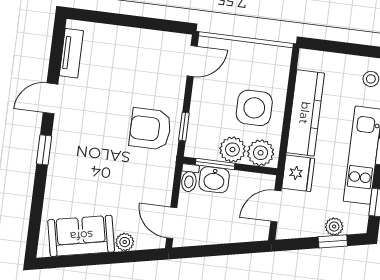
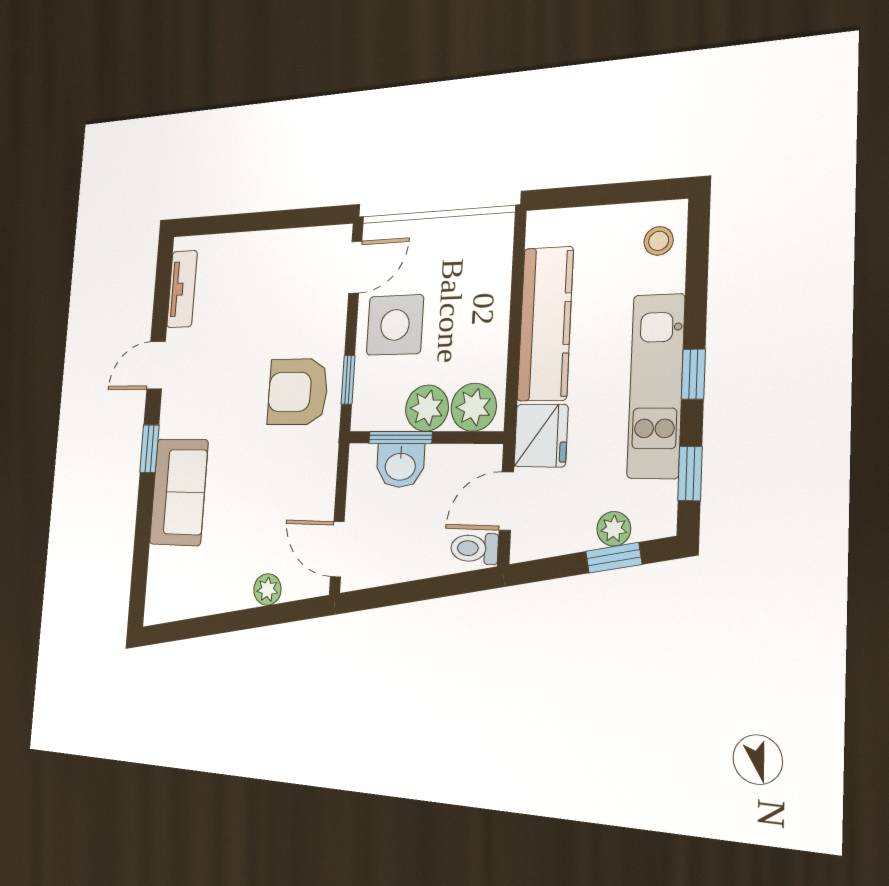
side table: (254, 108) -> (395, 325), moved
toilet: (189, 178) -> (474, 548), moved, turned 90
sofa: (81, 236) -> (179, 492), moved, turned 101

